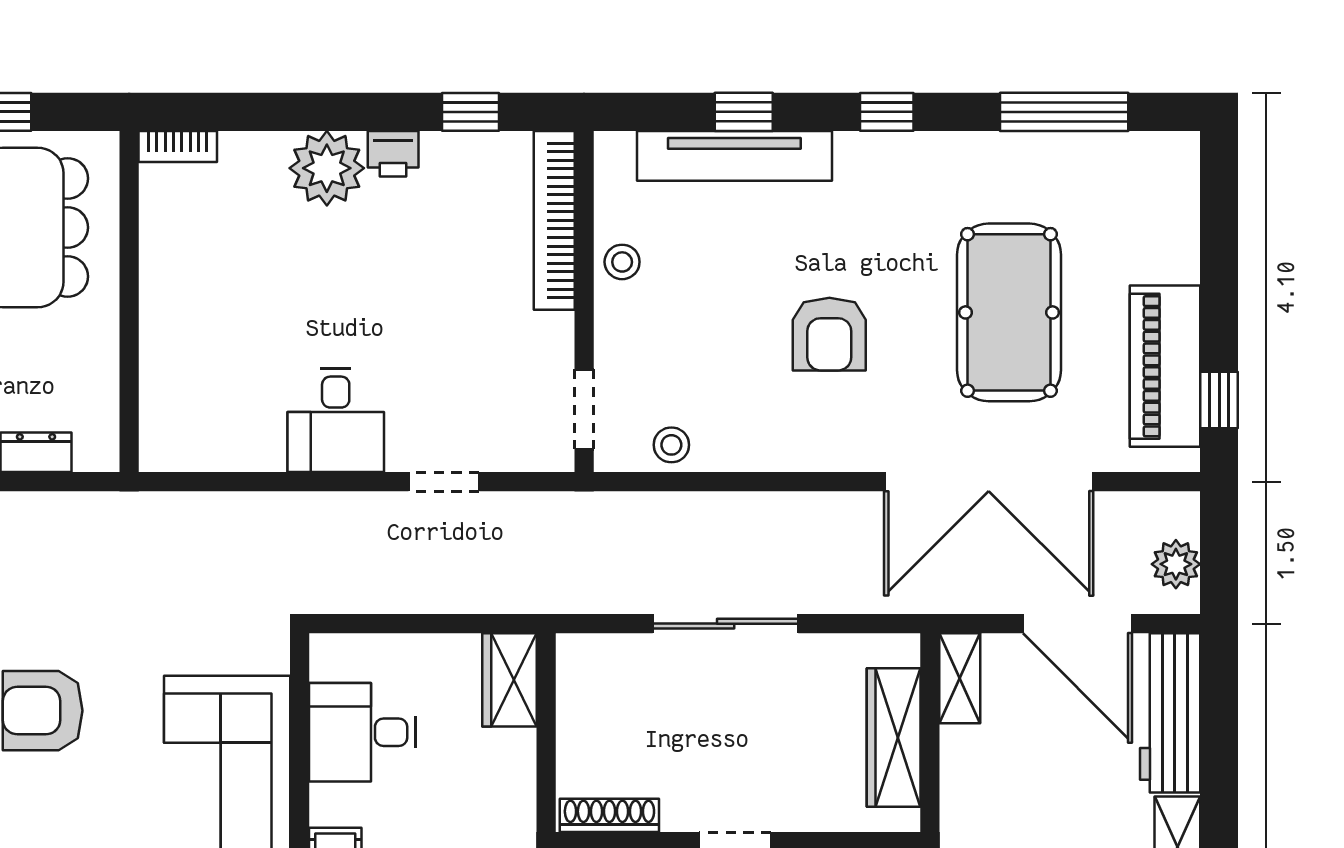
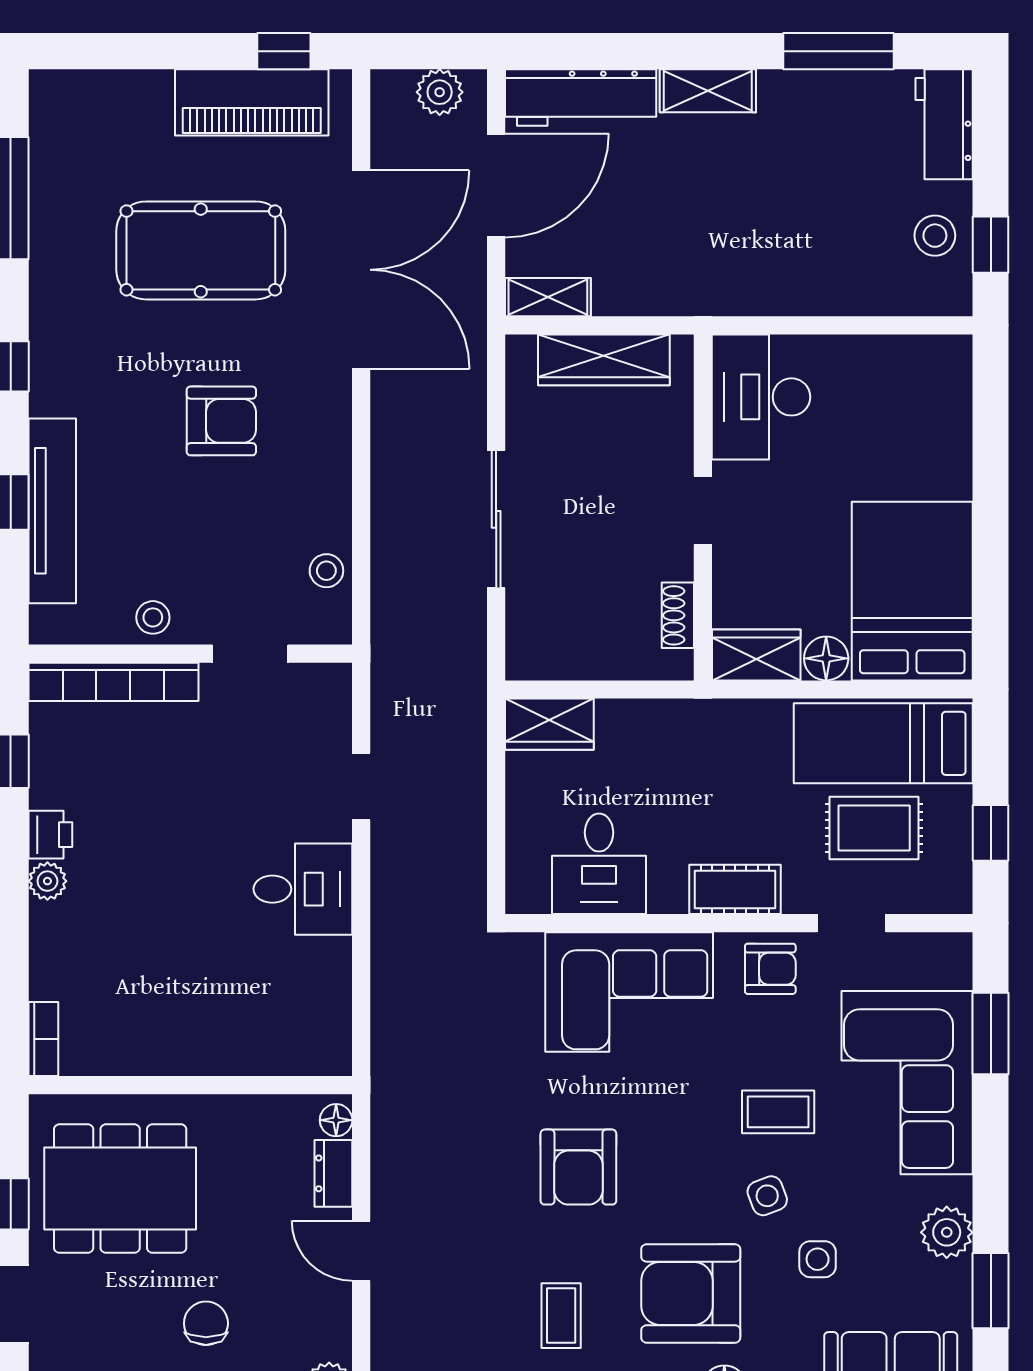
plant: (327, 168) -> (47, 881), width x0.53, depth x0.53
doorway: (584, 409) -> (250, 654), moved
floor lamp: (92, 455) -> (336, 1120), added
shoe rack: (609, 815) -> (678, 615), width x0.70

